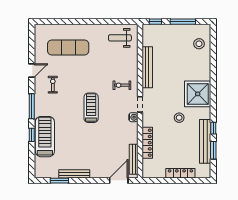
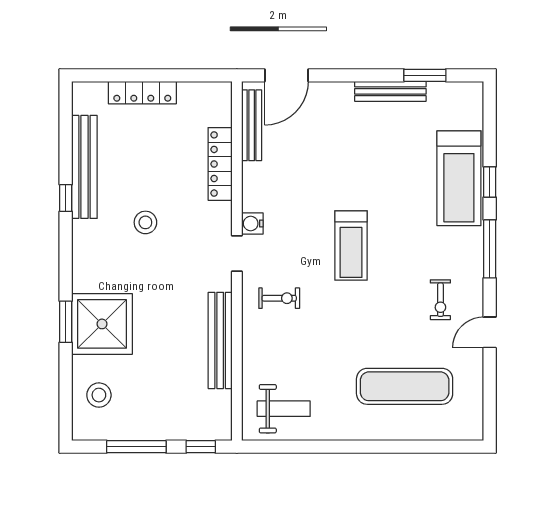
shower: (198, 94) -> (102, 324), moved
window: (213, 150) -> (66, 322), moved

